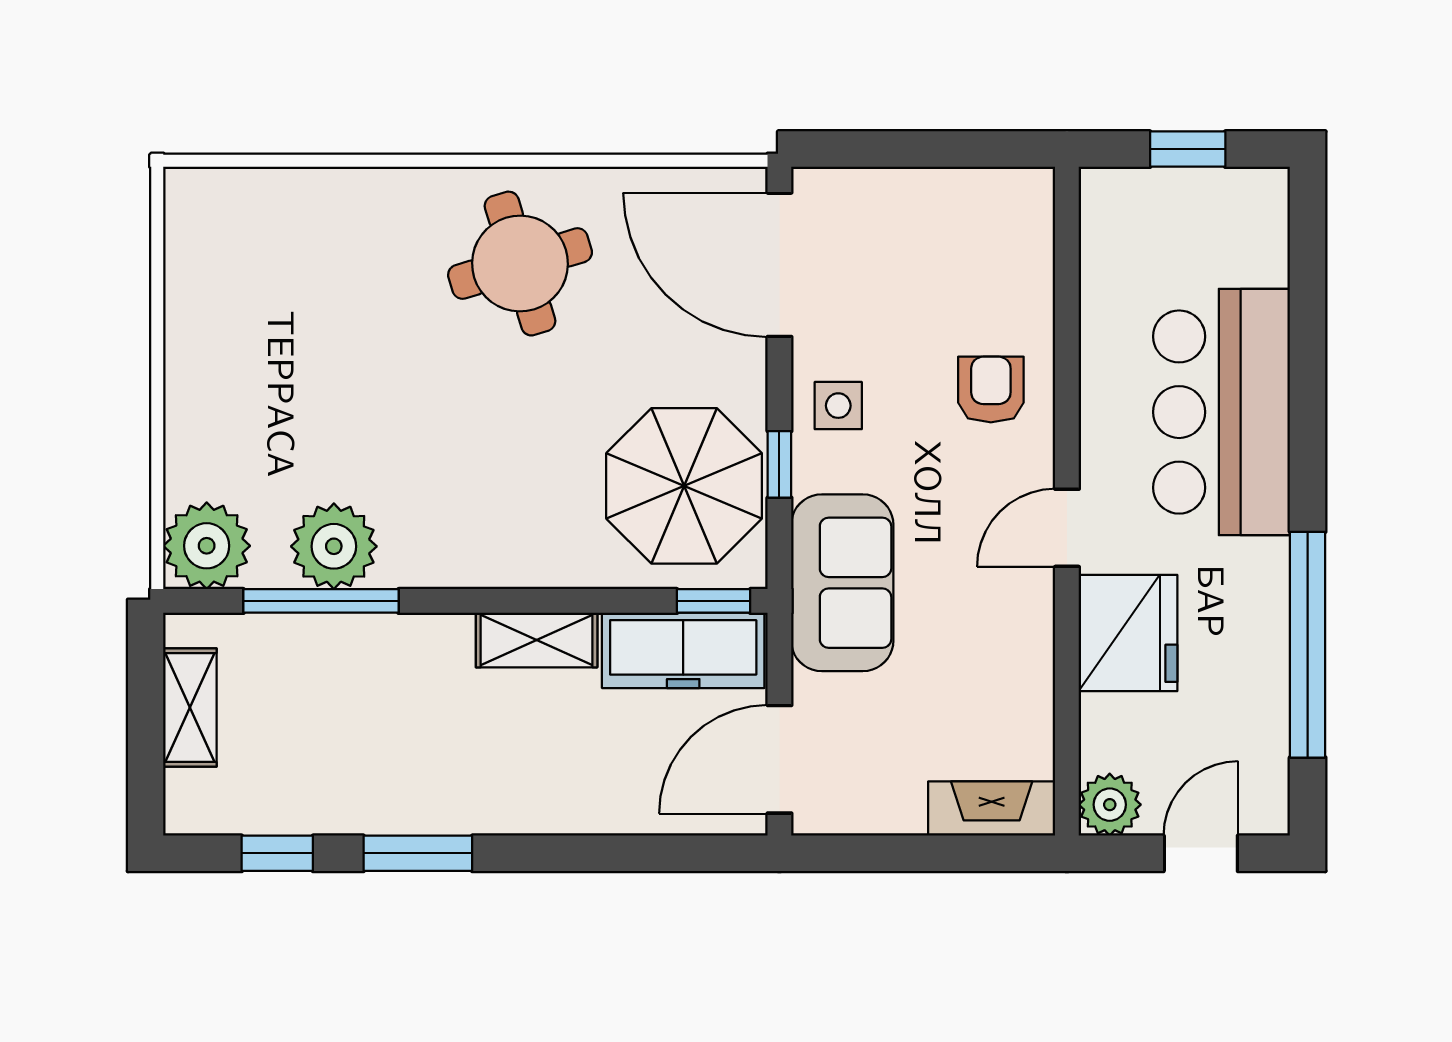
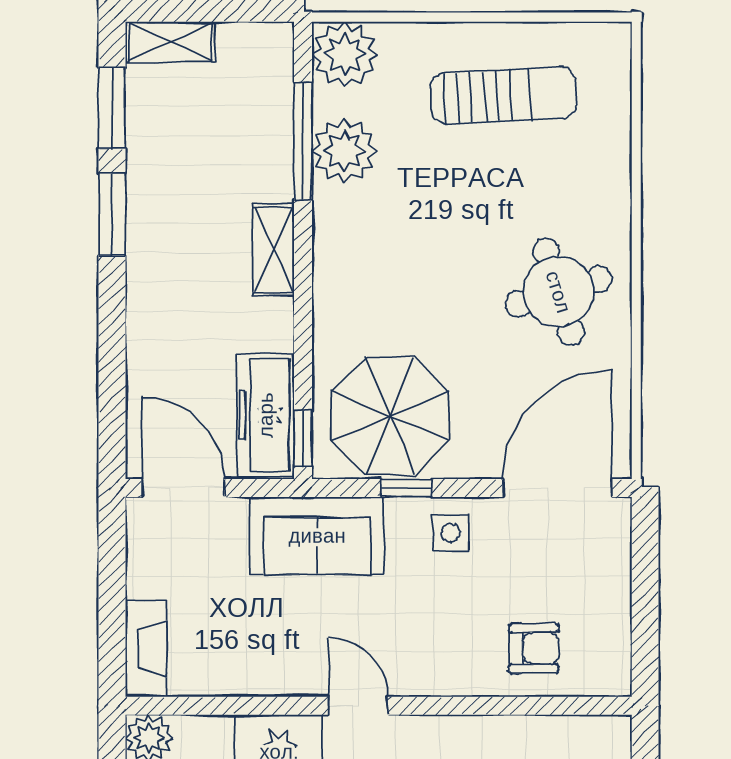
sun lounger: (261, 336) -> (504, 96), added
armchair: (991, 390) -> (534, 648), moved
shelving: (537, 640) -> (273, 250), moved
shelving: (190, 708) -> (170, 42), moved
window: (277, 853) -> (112, 108), width x1.50

